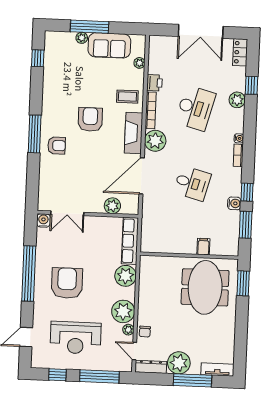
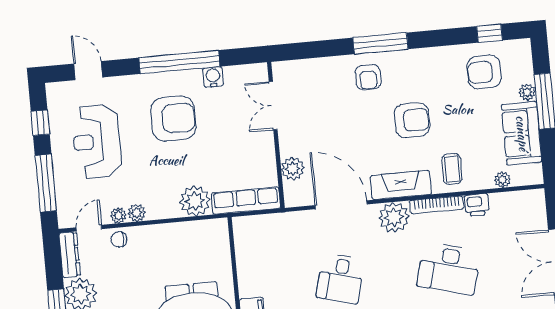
armchair: (64, 65) -> (484, 72), added
water cooler: (43, 220) -> (213, 77), moved, turned -90
plant: (123, 311) -> (137, 213), width x0.53, depth x0.53

